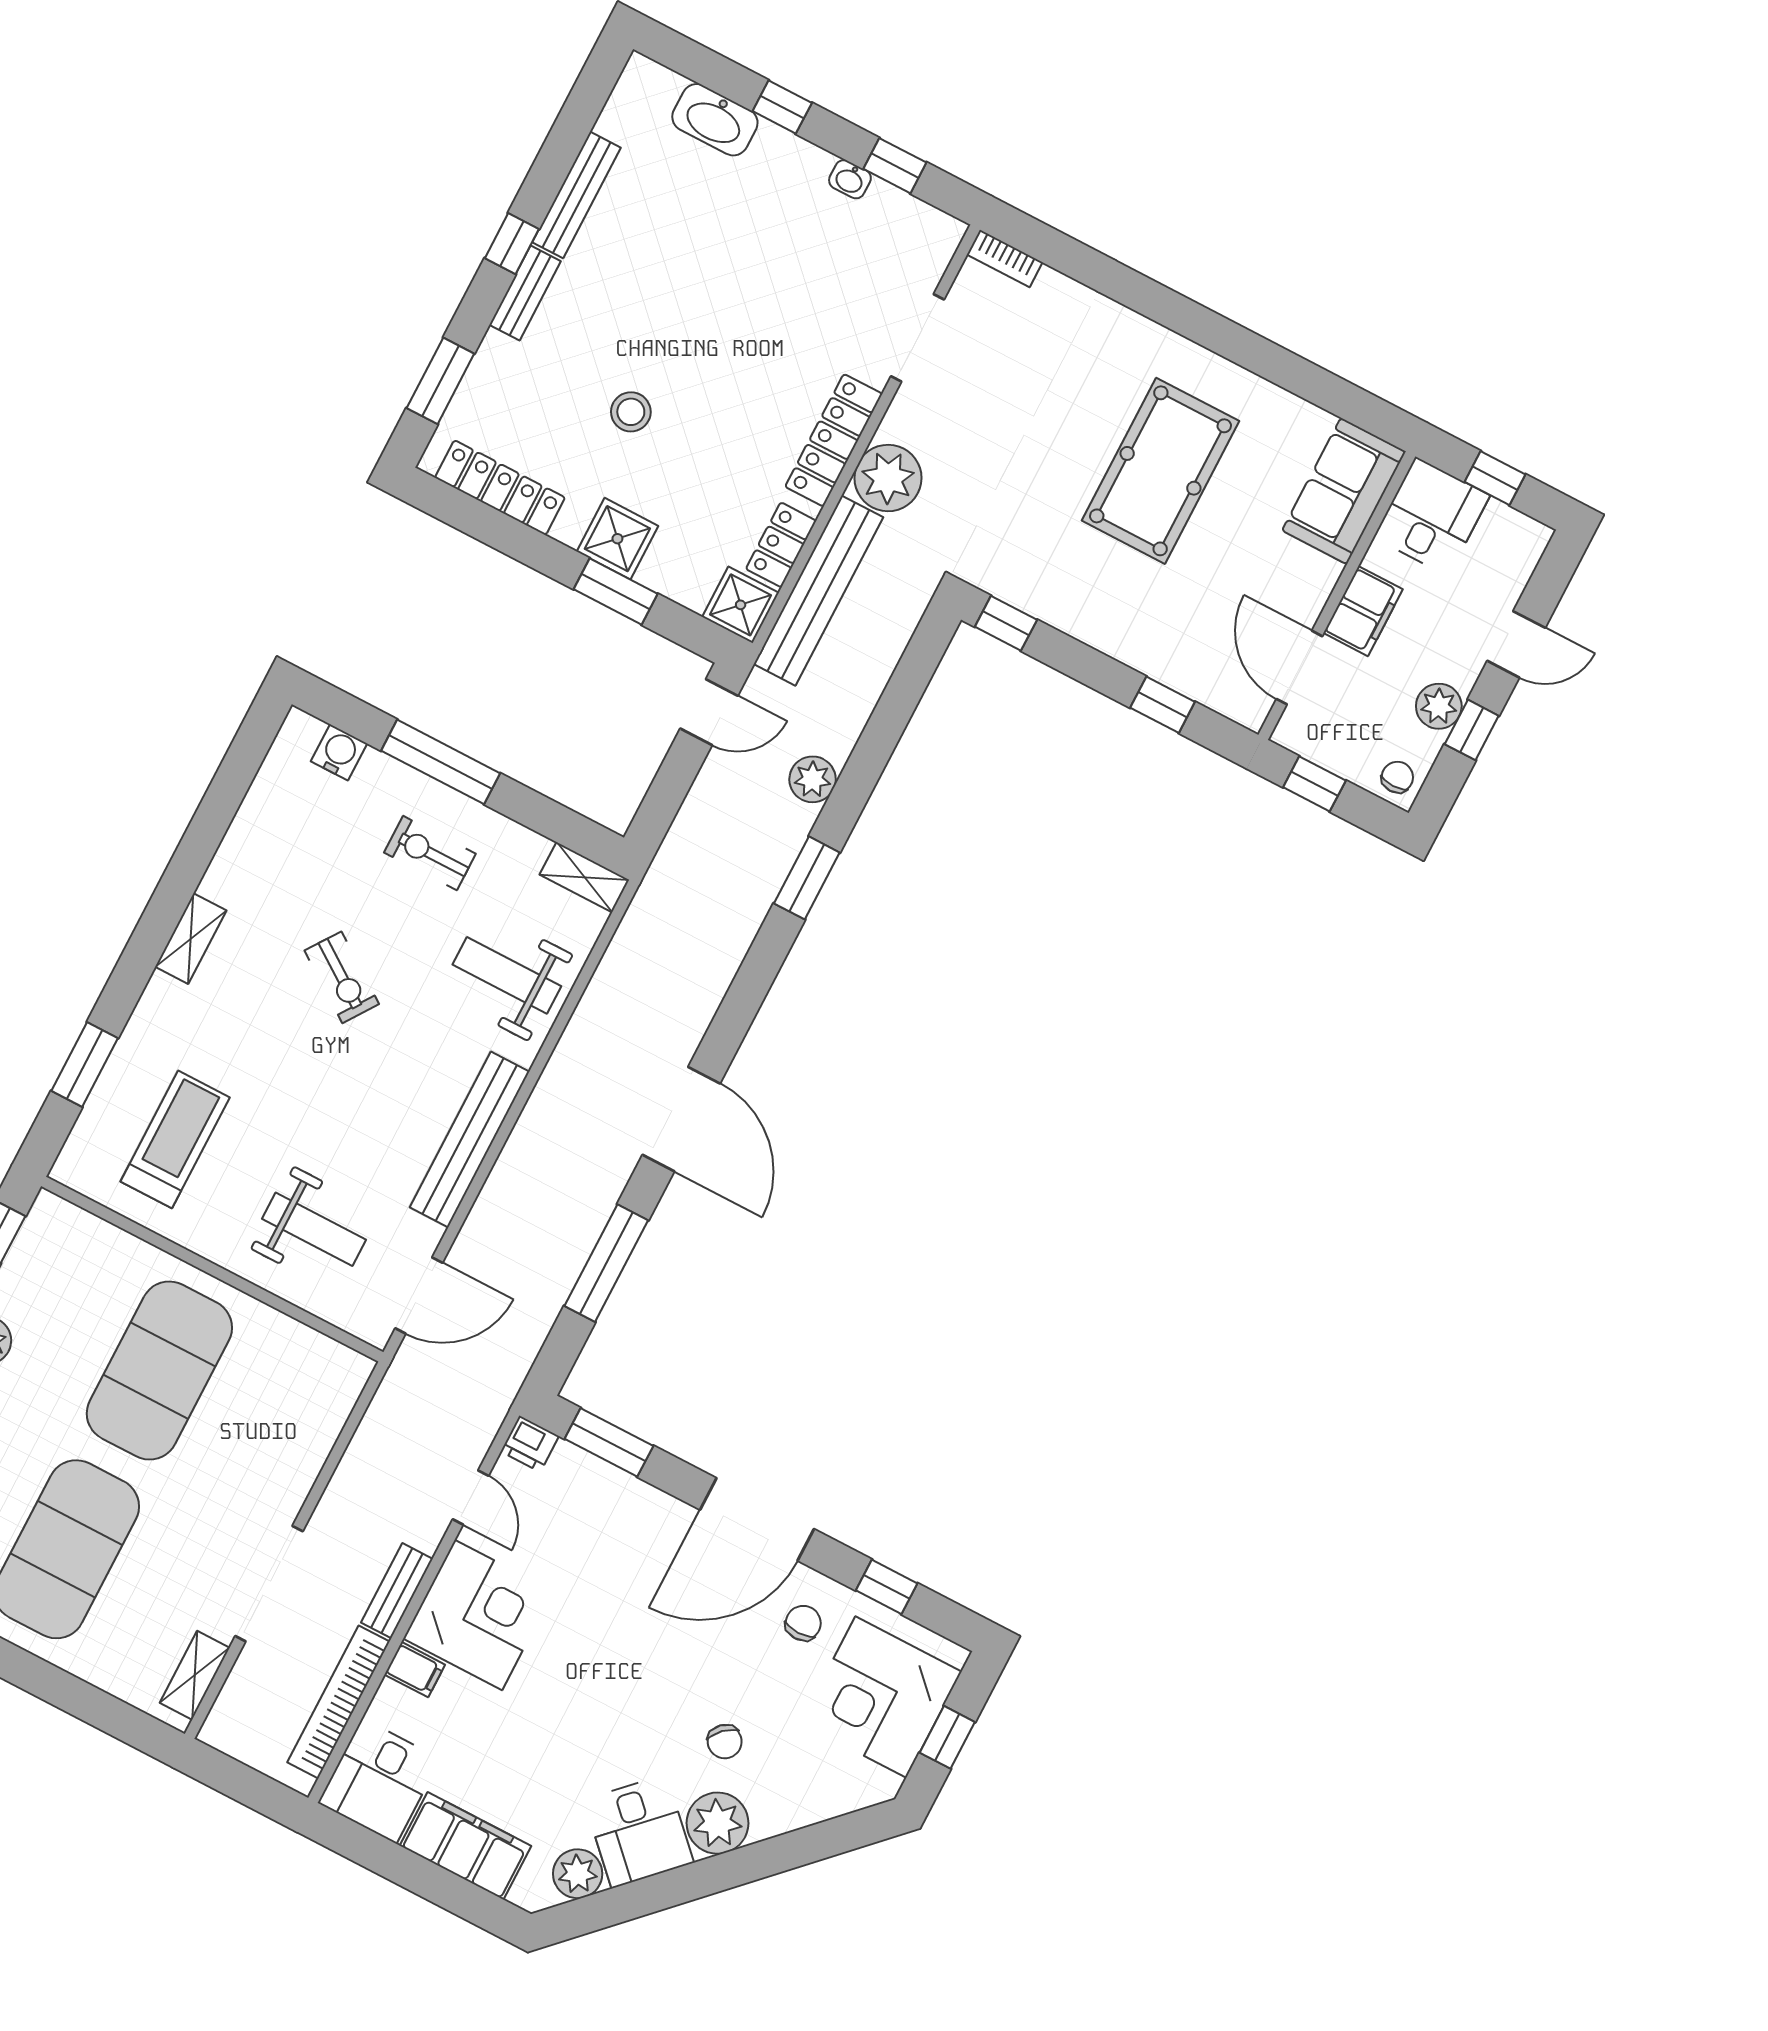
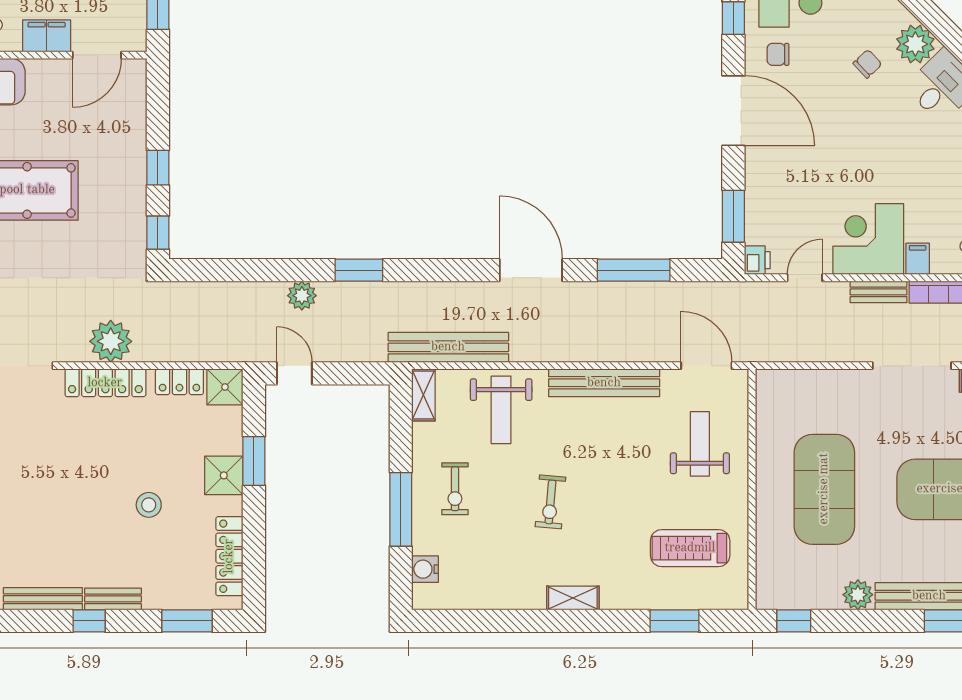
bench: (818, 591) -> (448, 347), moved
window: (1163, 705) -> (158, 168), moved
exercise bike: (342, 977) -> (550, 502), turned 150
door: (681, 1119) -> (531, 270), hinge flipped
exercise mat: (159, 1371) -> (824, 489), turned 90

